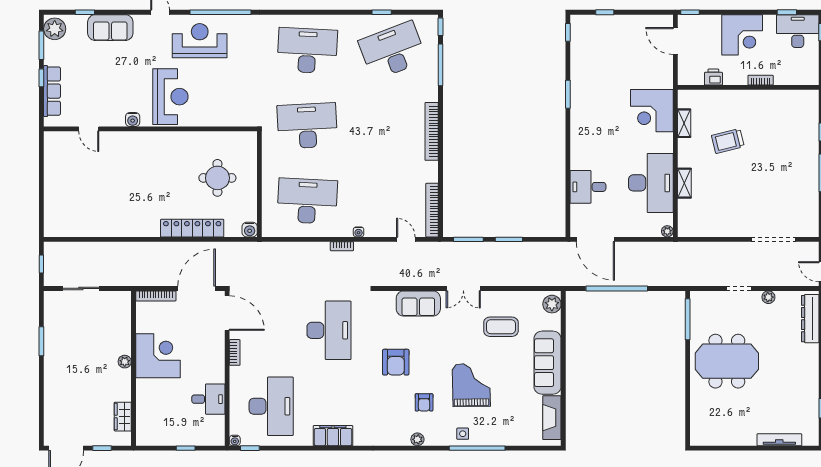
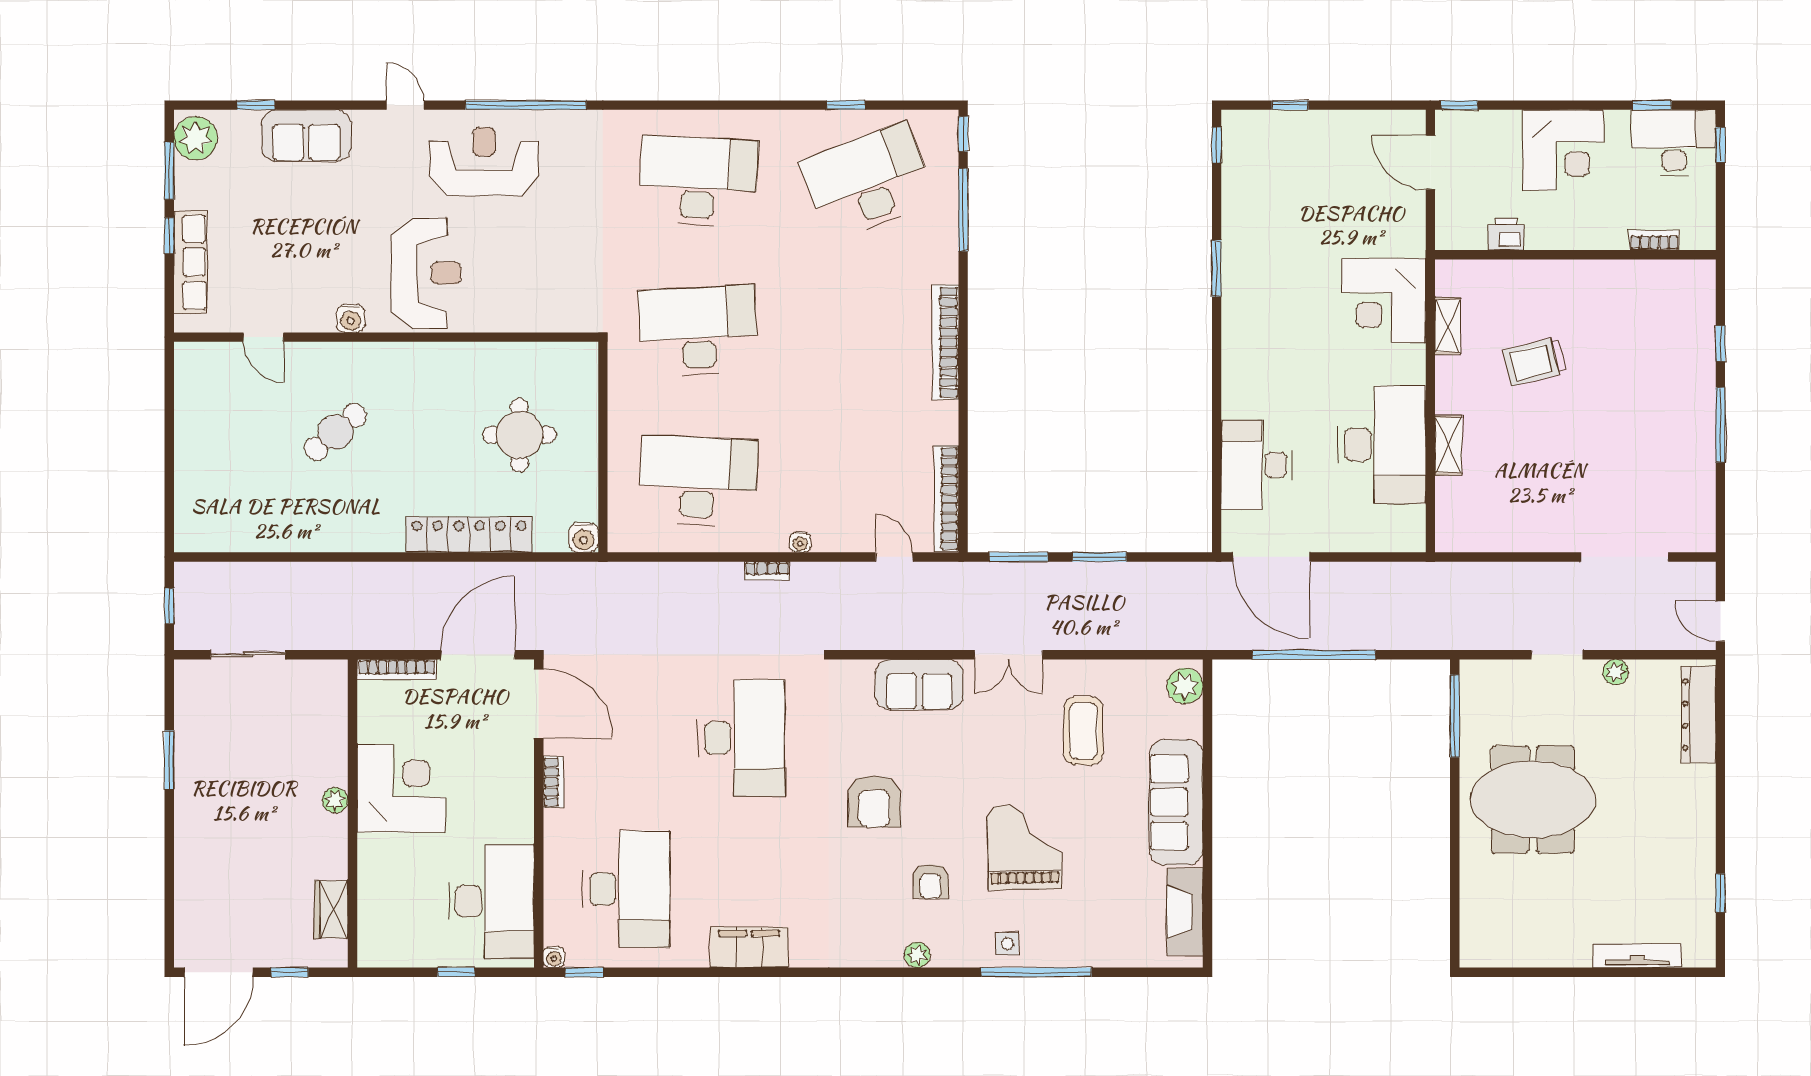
bookcase: (761, 80) -> (1654, 240), moved
cafe table: (125, 176) -> (335, 432), added
desk: (588, 187) -> (1257, 465), width x1.37
plant: (667, 231) -> (1414, 541), removed
coffee table: (501, 327) -> (1083, 731), turned 90
desk: (208, 399) -> (492, 901), width x1.87, depth x1.30

